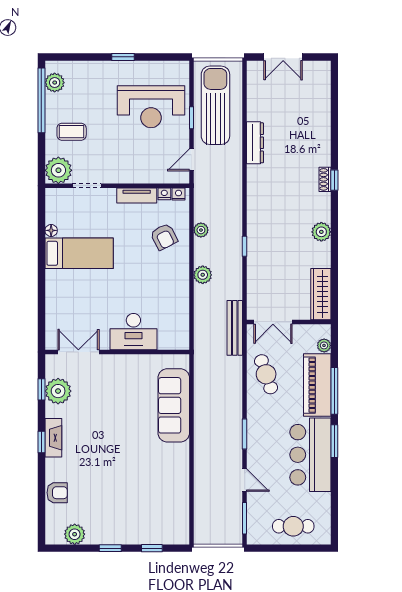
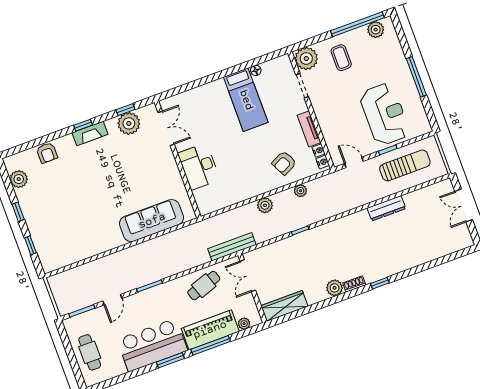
window: (123, 57) -> (416, 77), width x2.17
sun lounger: (215, 105) -> (405, 165), width x0.73, depth x0.75
reception desk: (151, 107) -> (385, 114), turned 180
shoe rack: (325, 179) -> (354, 284), moved

